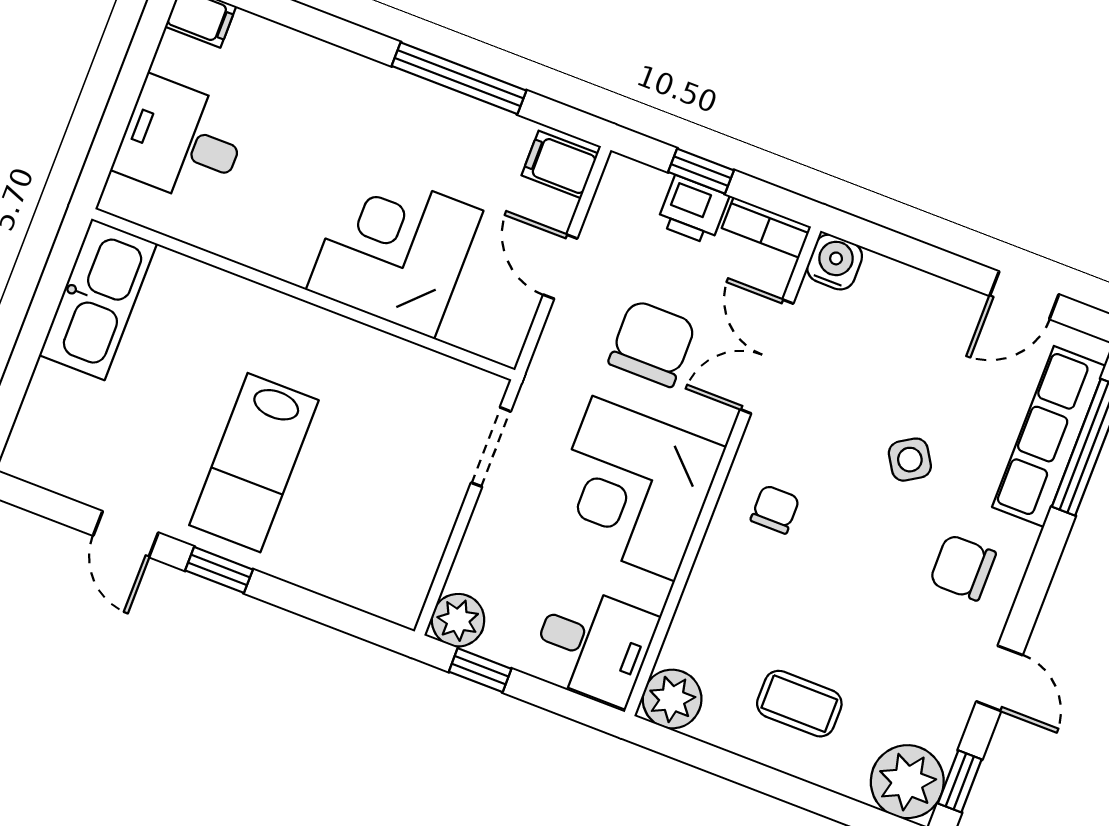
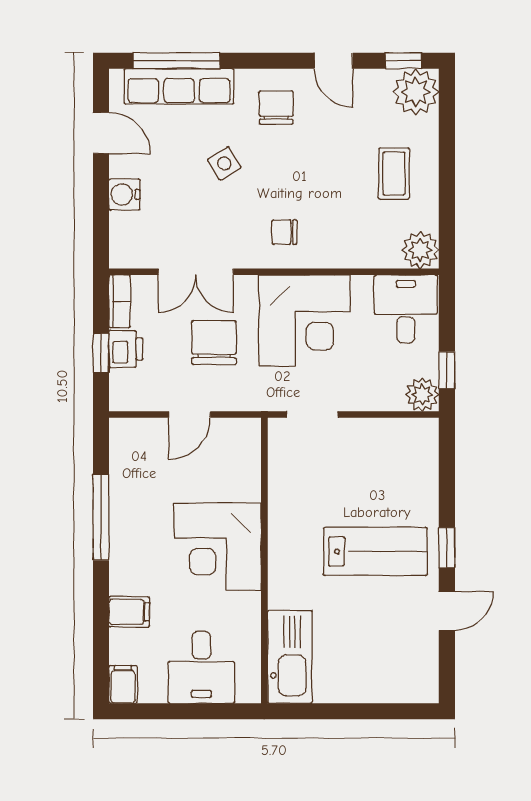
filing cabinet: (560, 164) -> (129, 612), moved, turned -90
corner desk: (395, 250) -> (218, 547), moved
water cooler: (835, 262) -> (124, 194), moved
kitchen sink: (98, 299) -> (290, 657), moved, turned 90
chair: (652, 343) -> (214, 343), turned 90
chair: (963, 567) -> (276, 108), turned 180
door: (999, 678) -> (334, 61), swing flipped

